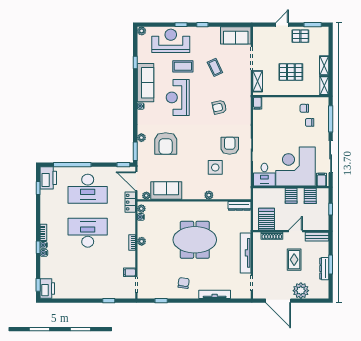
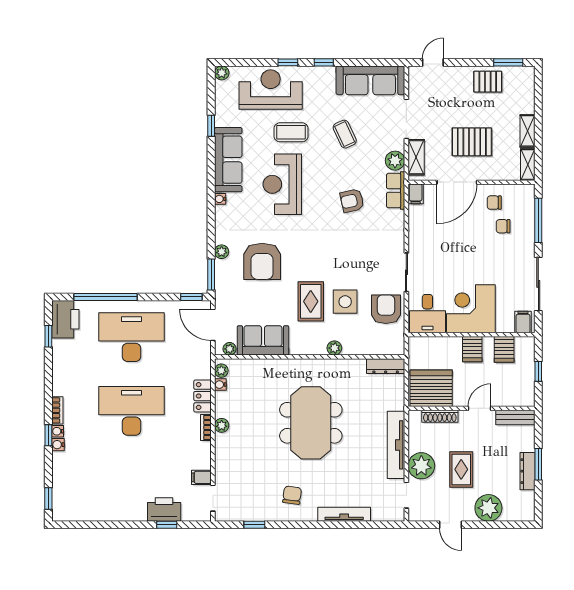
door: (282, 25) -> (433, 62), moved
sofa: (236, 35) -> (370, 80), width x1.36
plant: (245, 83) -> (395, 161), added
door: (282, 96) -> (457, 182), added
row of seats: (245, 101) -> (396, 191), added
armchair: (230, 146) -> (386, 309), moved
rug: (195, 167) -> (311, 301), added
corner desk: (296, 167) -> (471, 309), width x0.74, depth x0.74
desk: (88, 189) -> (131, 337), turned 180
locker: (130, 202) -> (203, 396), moved
server rack: (267, 219) -> (431, 388), width x1.60
meeting table: (195, 240) -> (311, 423), turned 90
rug: (294, 260) -> (461, 469), moved
plant: (261, 265) -> (421, 466), added
printer: (47, 288) -> (164, 509), moved, turned -90
door: (278, 301) -> (451, 525), width x0.53

